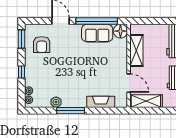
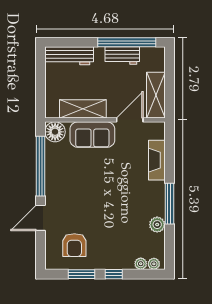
sofa: (97, 33) -> (92, 135), moved, turned 90
window: (22, 39) -> (82, 274), moved
armchair: (42, 45) -> (74, 245), turned 90

